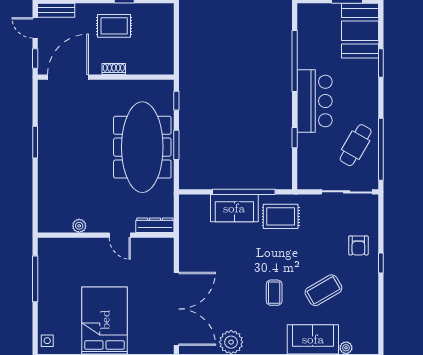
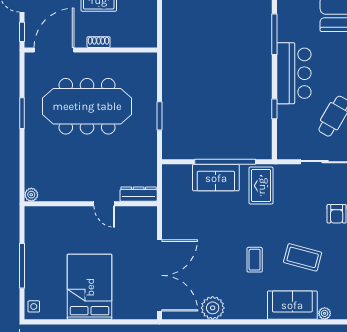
window: (295, 61) -> (274, 34), width x0.68
window: (176, 101) -> (160, 73), removed
meeting table: (142, 147) -> (87, 106), moved, turned 90
rug: (281, 216) -> (261, 186), turned 90
plant: (79, 226) -> (31, 195), moved
window: (35, 279) -> (22, 266), moved
coffee table: (323, 290) -> (303, 257), turned 45

